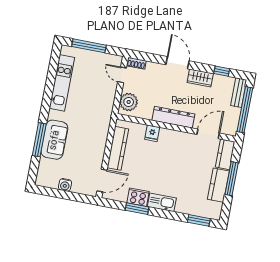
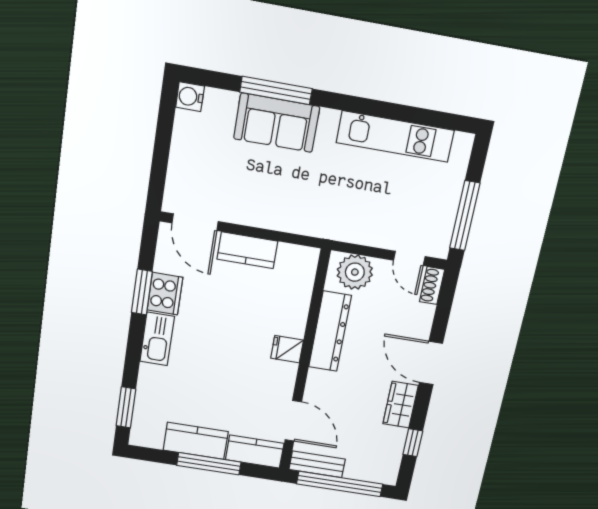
window: (89, 46) -> (465, 216), moved
door: (177, 63) -> (431, 363), swing flipped
door: (122, 75) -> (409, 258), swing flipped
bench: (239, 93) -> (317, 464), moved
dresser: (173, 117) -> (330, 331), moved
fridge: (152, 133) -> (287, 349), moved
kitchen counter: (118, 148) -> (247, 250), width x0.67
water cooler: (65, 185) -> (190, 97), moved

